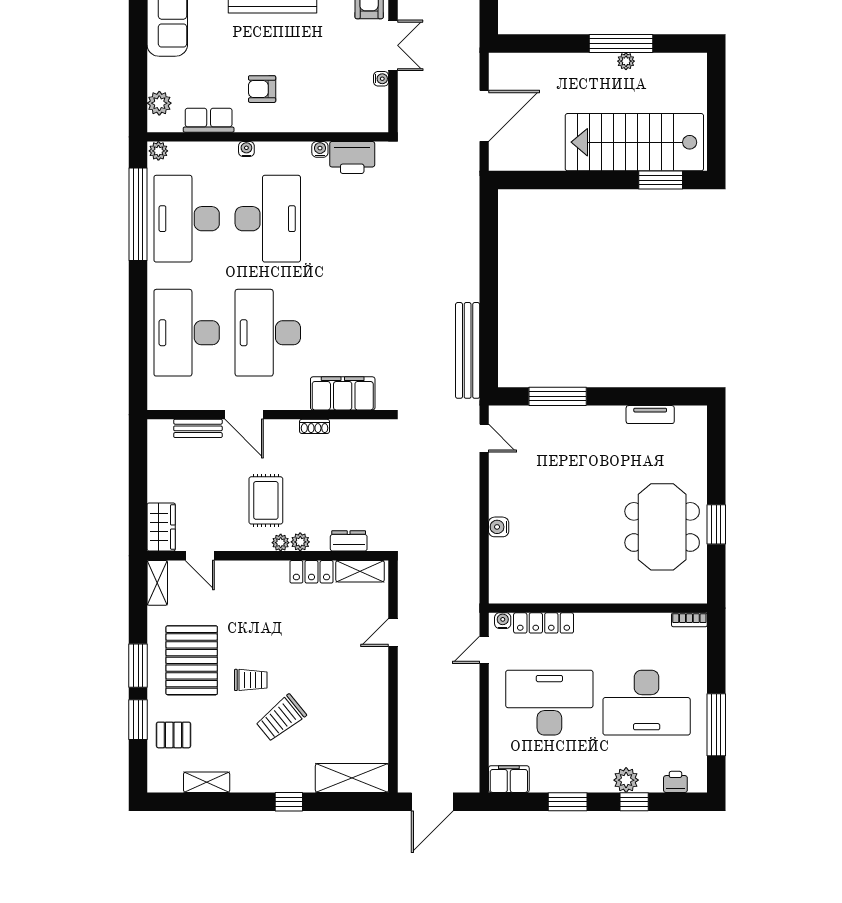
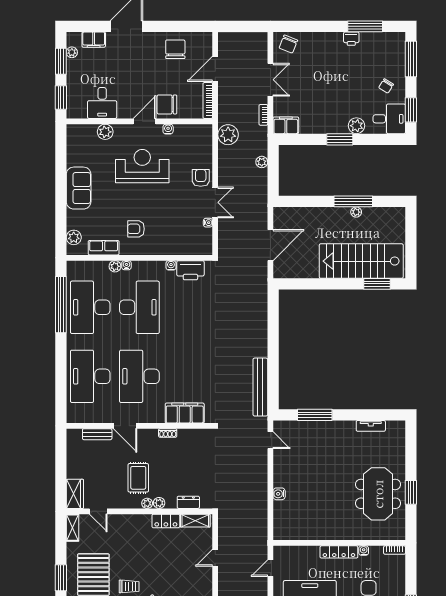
plant: (158, 151) -> (115, 266), moved
water cooler: (503, 621) -> (364, 551), moved
locker: (544, 623) -> (339, 552), moved

